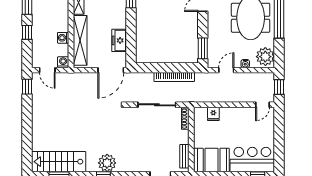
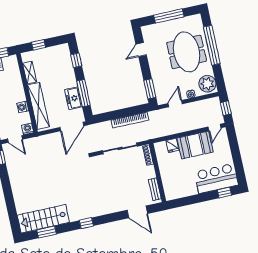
window: (131, 37) -> (83, 93), added
booth: (212, 160) -> (195, 145), moved
plant: (107, 163) -> (87, 210), removed

